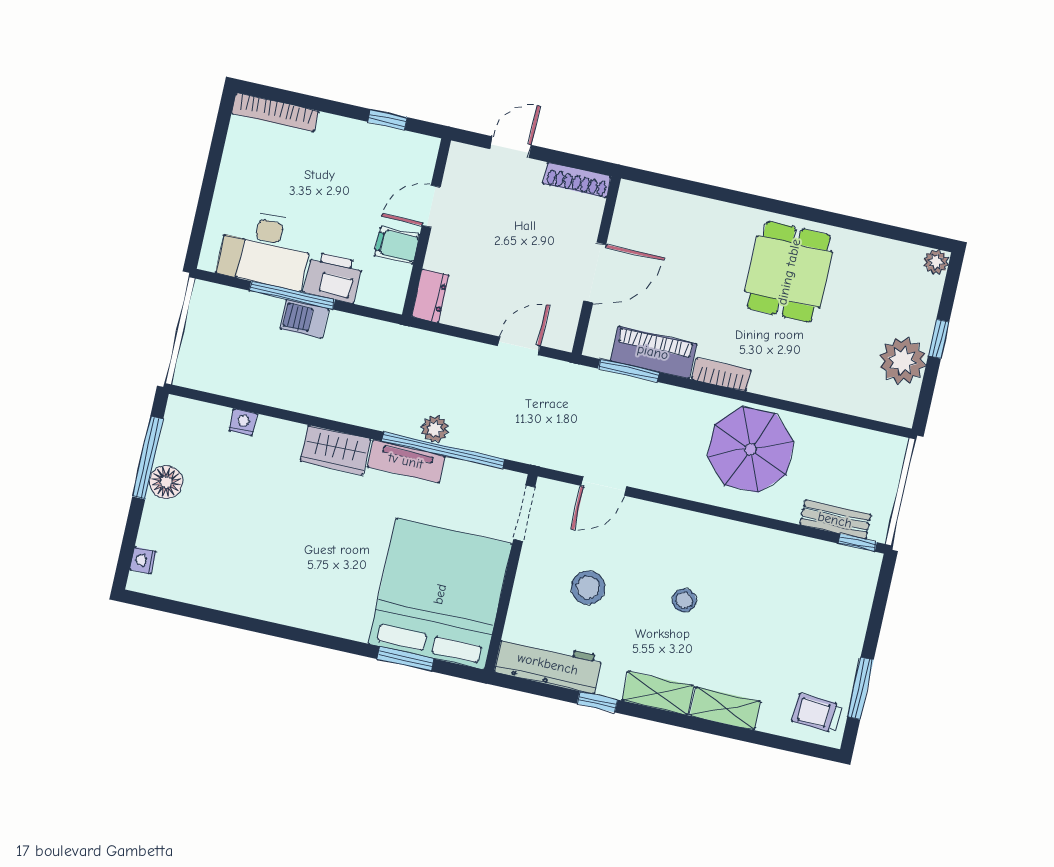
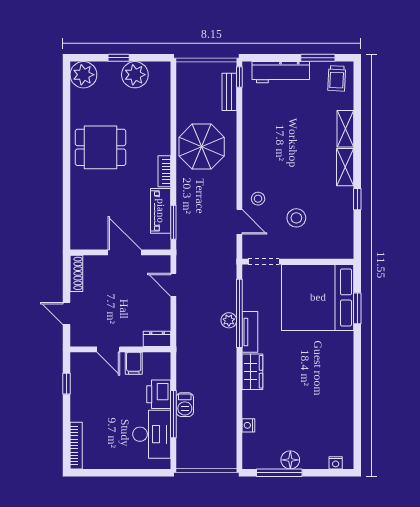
plant: (936, 262) -> (83, 75), width x1.88, depth x1.88
stool: (684, 600) -> (258, 199), moved
workbench: (548, 664) -> (281, 72), moved, turned -90

